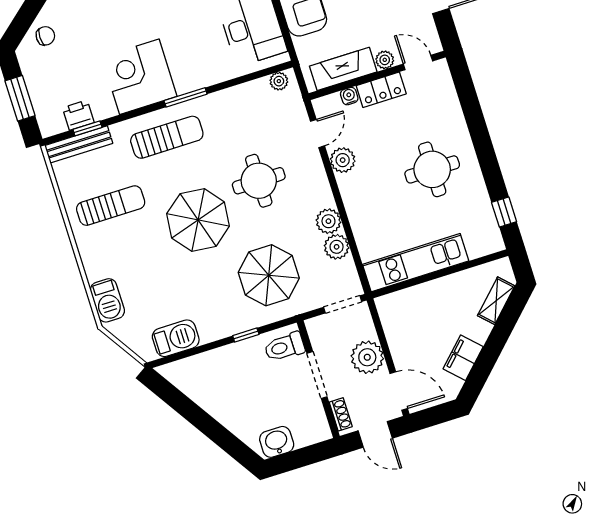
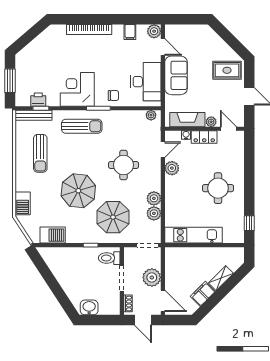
chair: (45, 36) -> (113, 96), moved
sun lounger: (111, 206) -> (40, 153), turned 90
parasol: (198, 220) -> (78, 191), moved
shelving: (496, 301) -> (221, 278), moved

